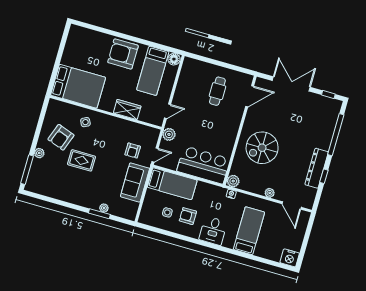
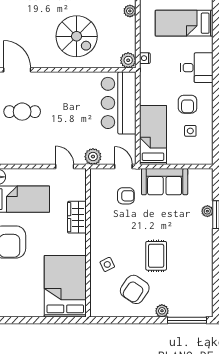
armchair: (61, 137) -> (135, 289), turned 104

